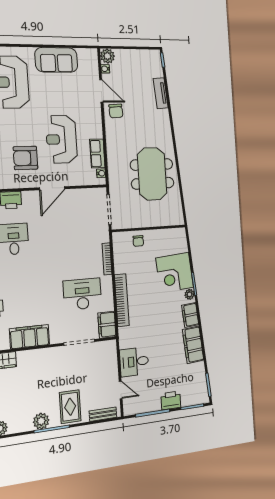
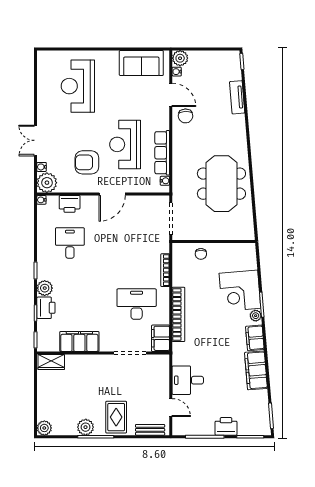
sofa: (56, 60) -> (141, 63), moved
row of seats: (97, 153) -> (162, 153), width x1.48

